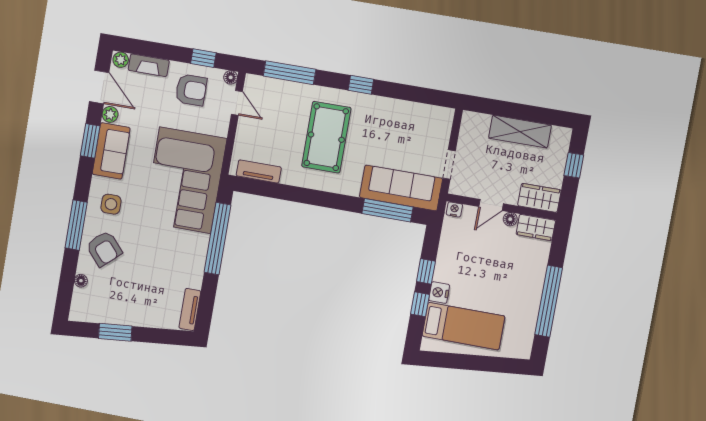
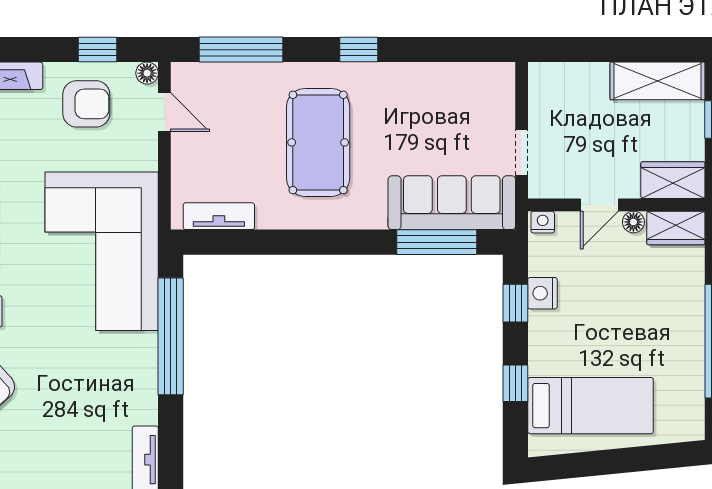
shelving: (520, 132) -> (658, 81), moved
window: (426, 271) -> (515, 303), moved
nightstand: (439, 293) -> (542, 293), moved

